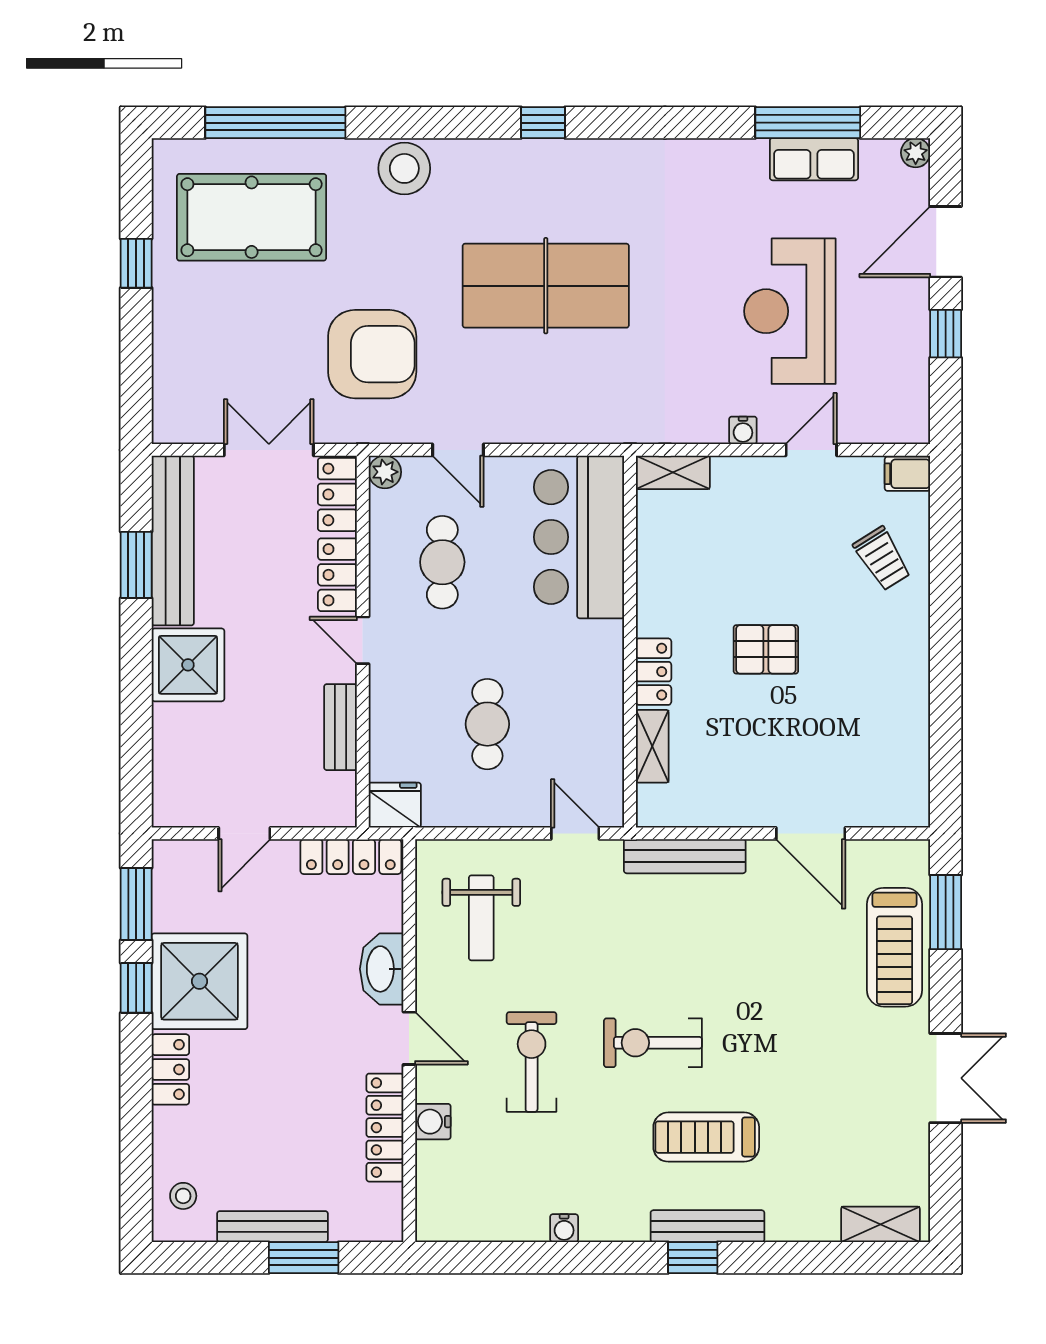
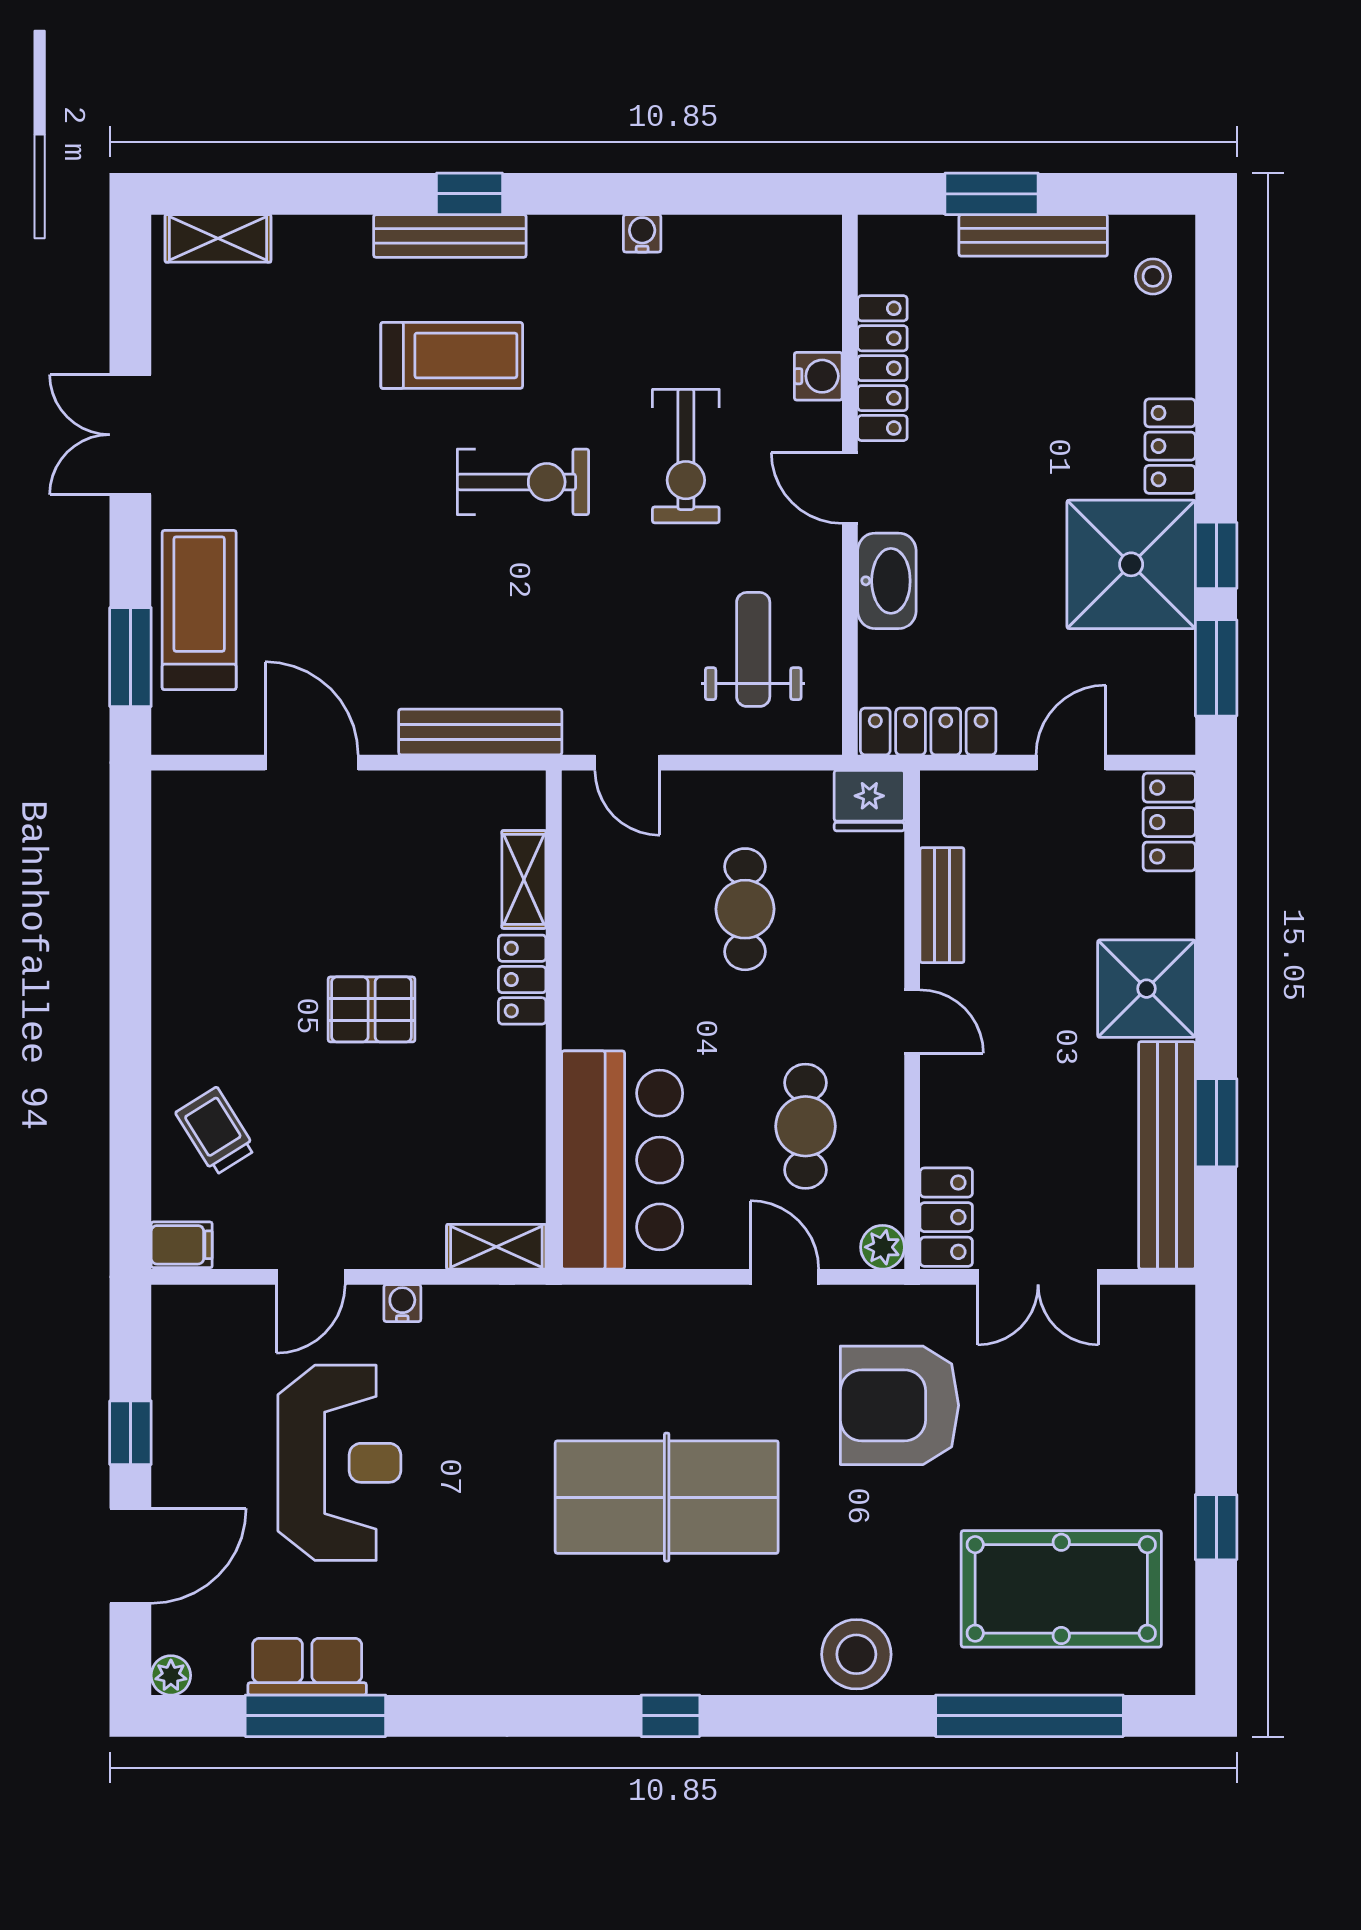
locker: (337, 575) -> (1169, 822), moved, turned 180

